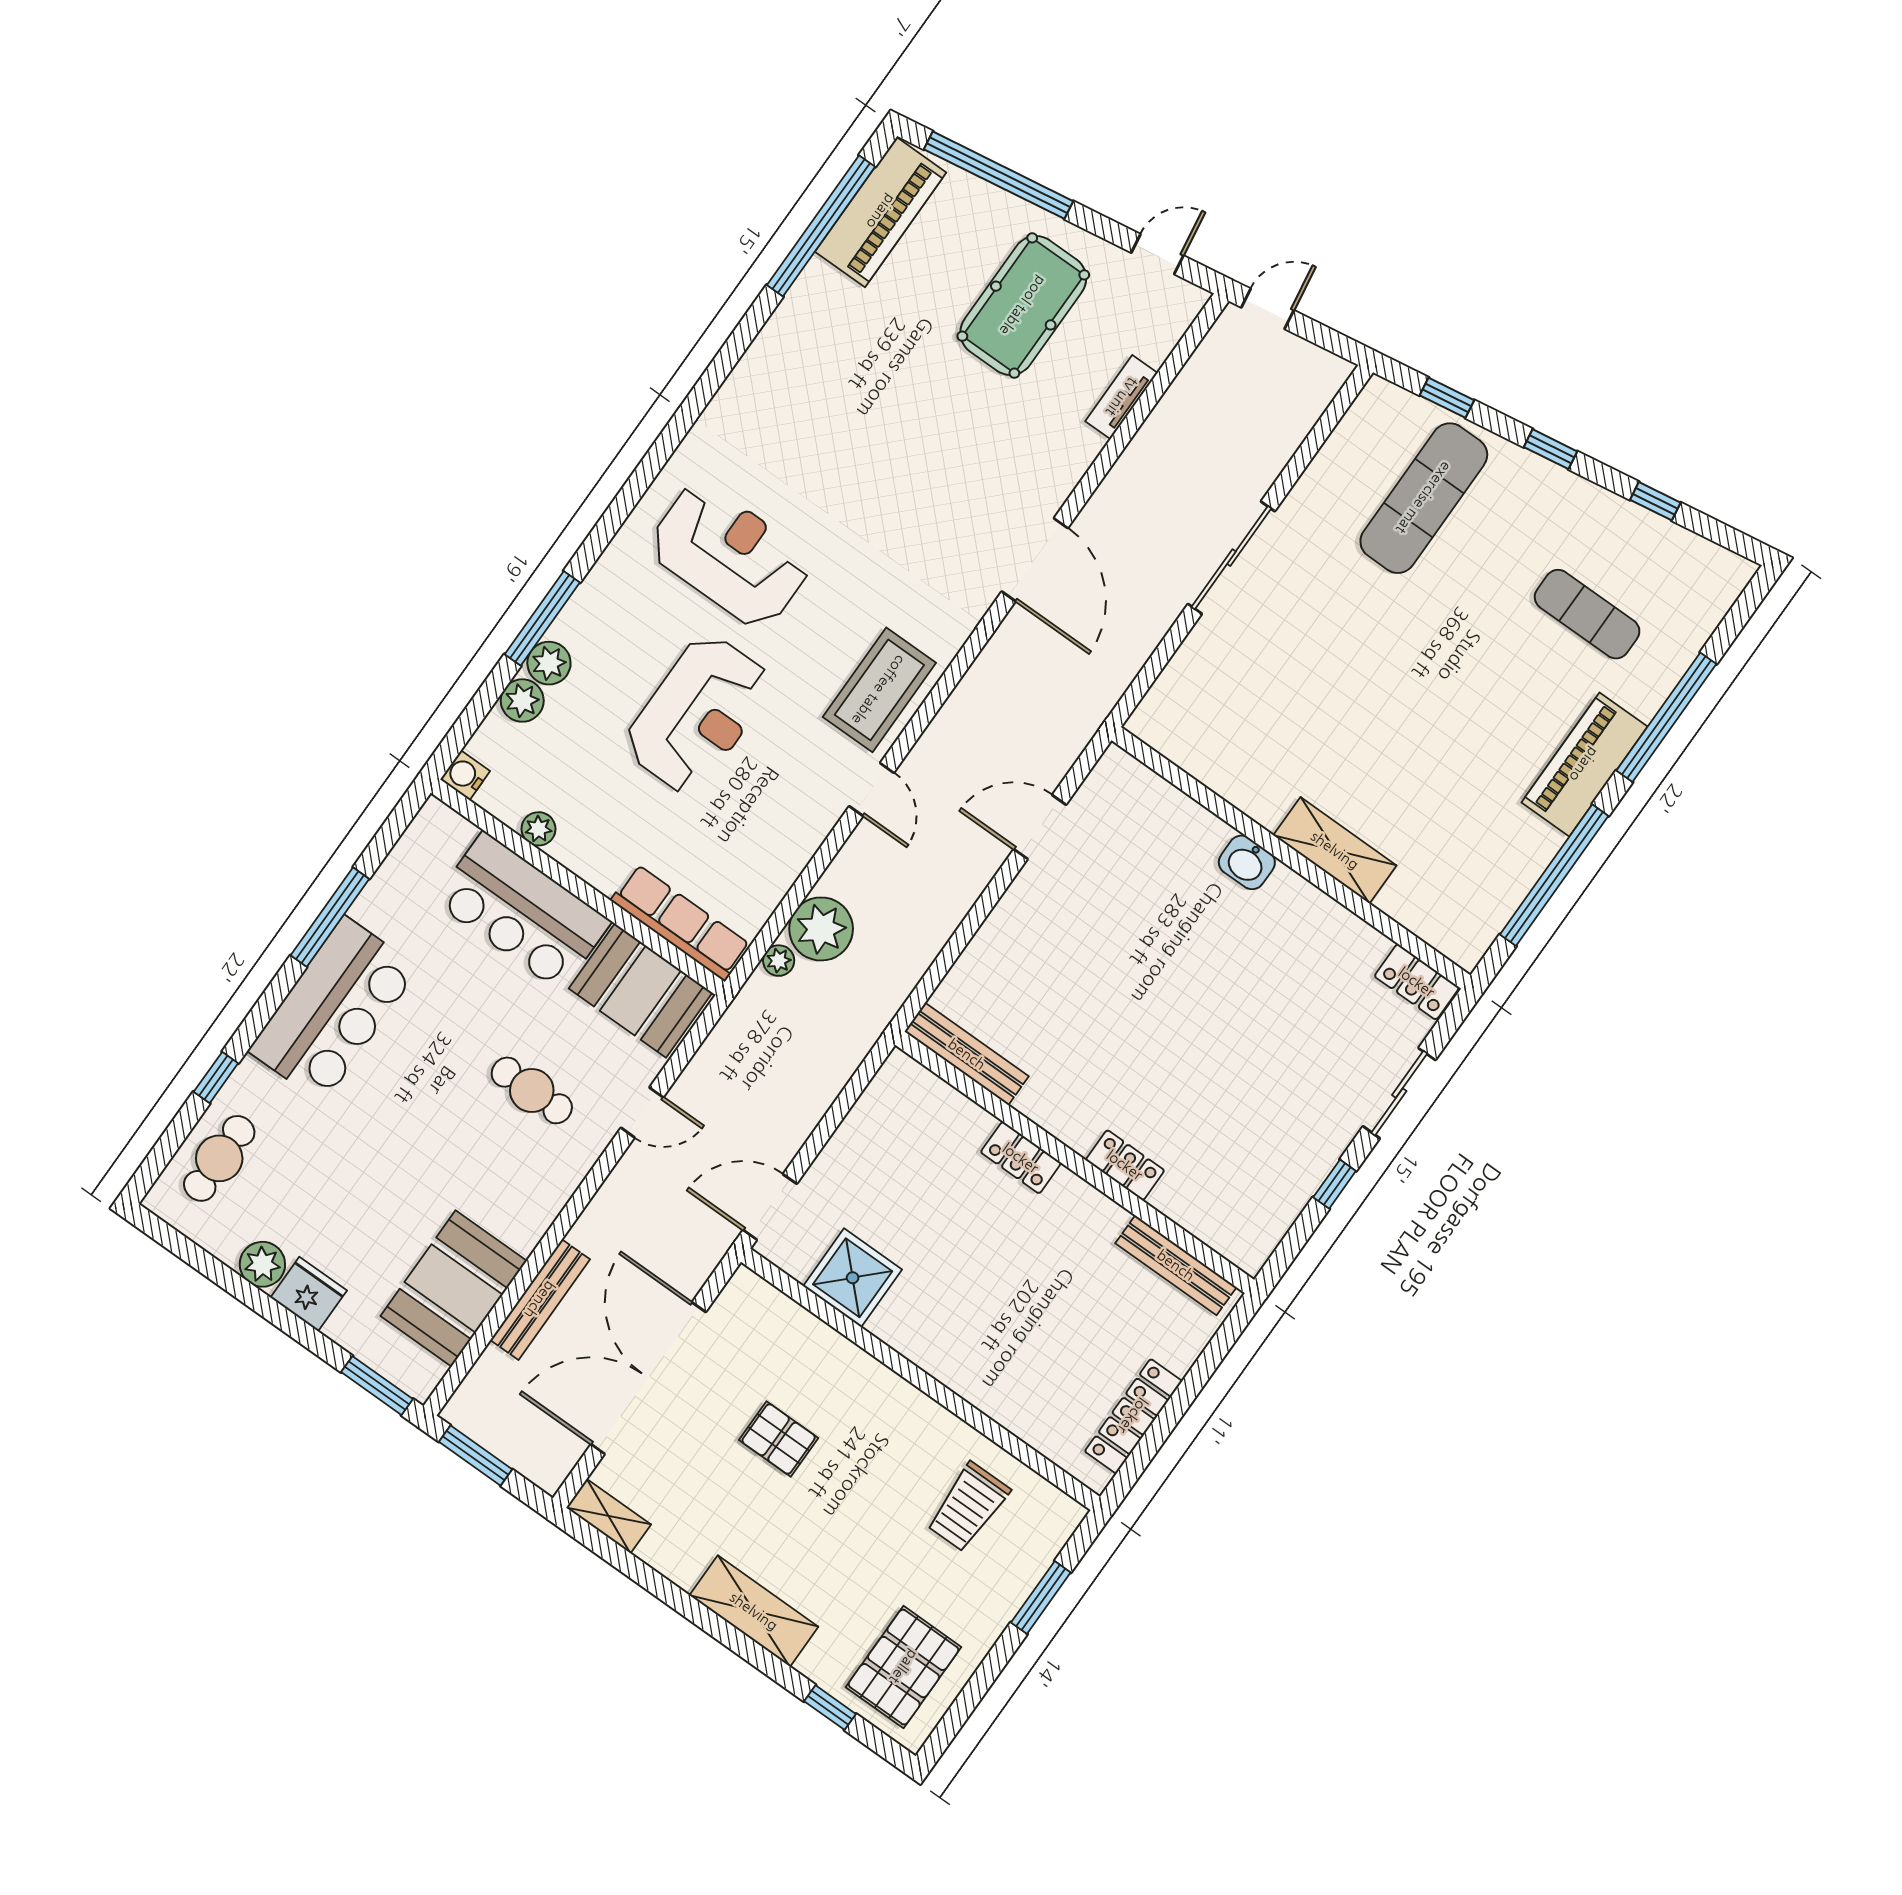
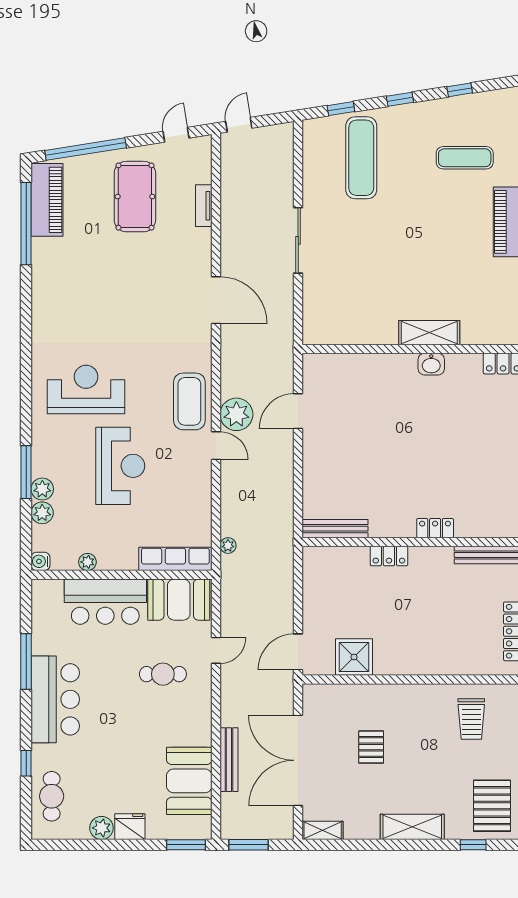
washbasin: (1247, 862) -> (431, 364), moved
plant: (821, 929) -> (236, 414), moved
pallet: (779, 1439) -> (371, 747), turned 90

